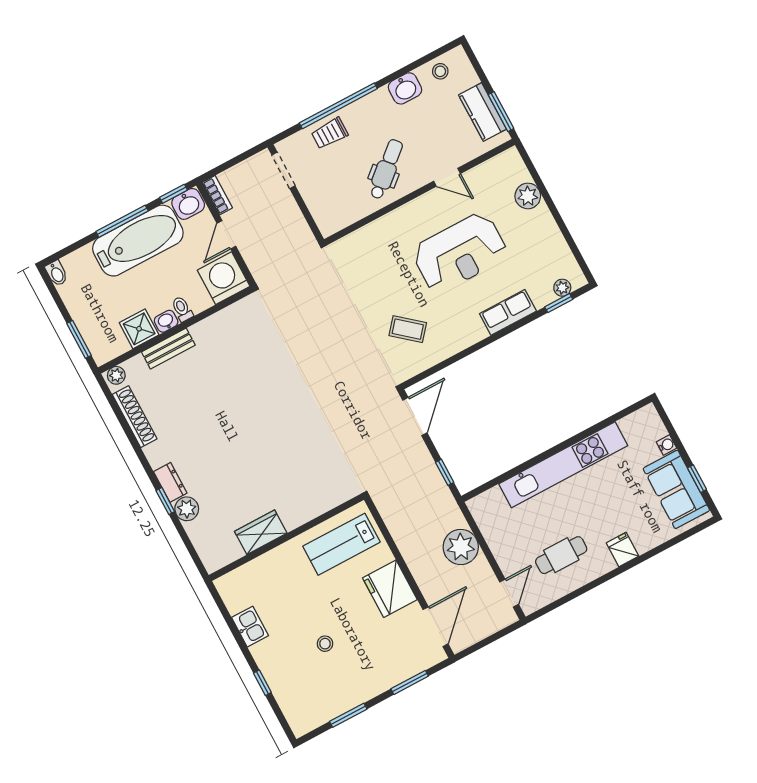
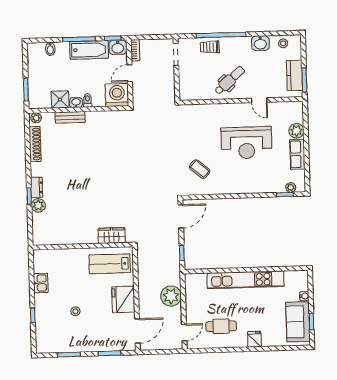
bathtub: (138, 241) -> (89, 50), width x0.73, depth x0.73
bidet: (57, 273) -> (50, 49), moved
row of seats: (508, 312) -> (297, 154), moved, turned -90
wardrobe: (261, 532) -> (112, 236), moved

